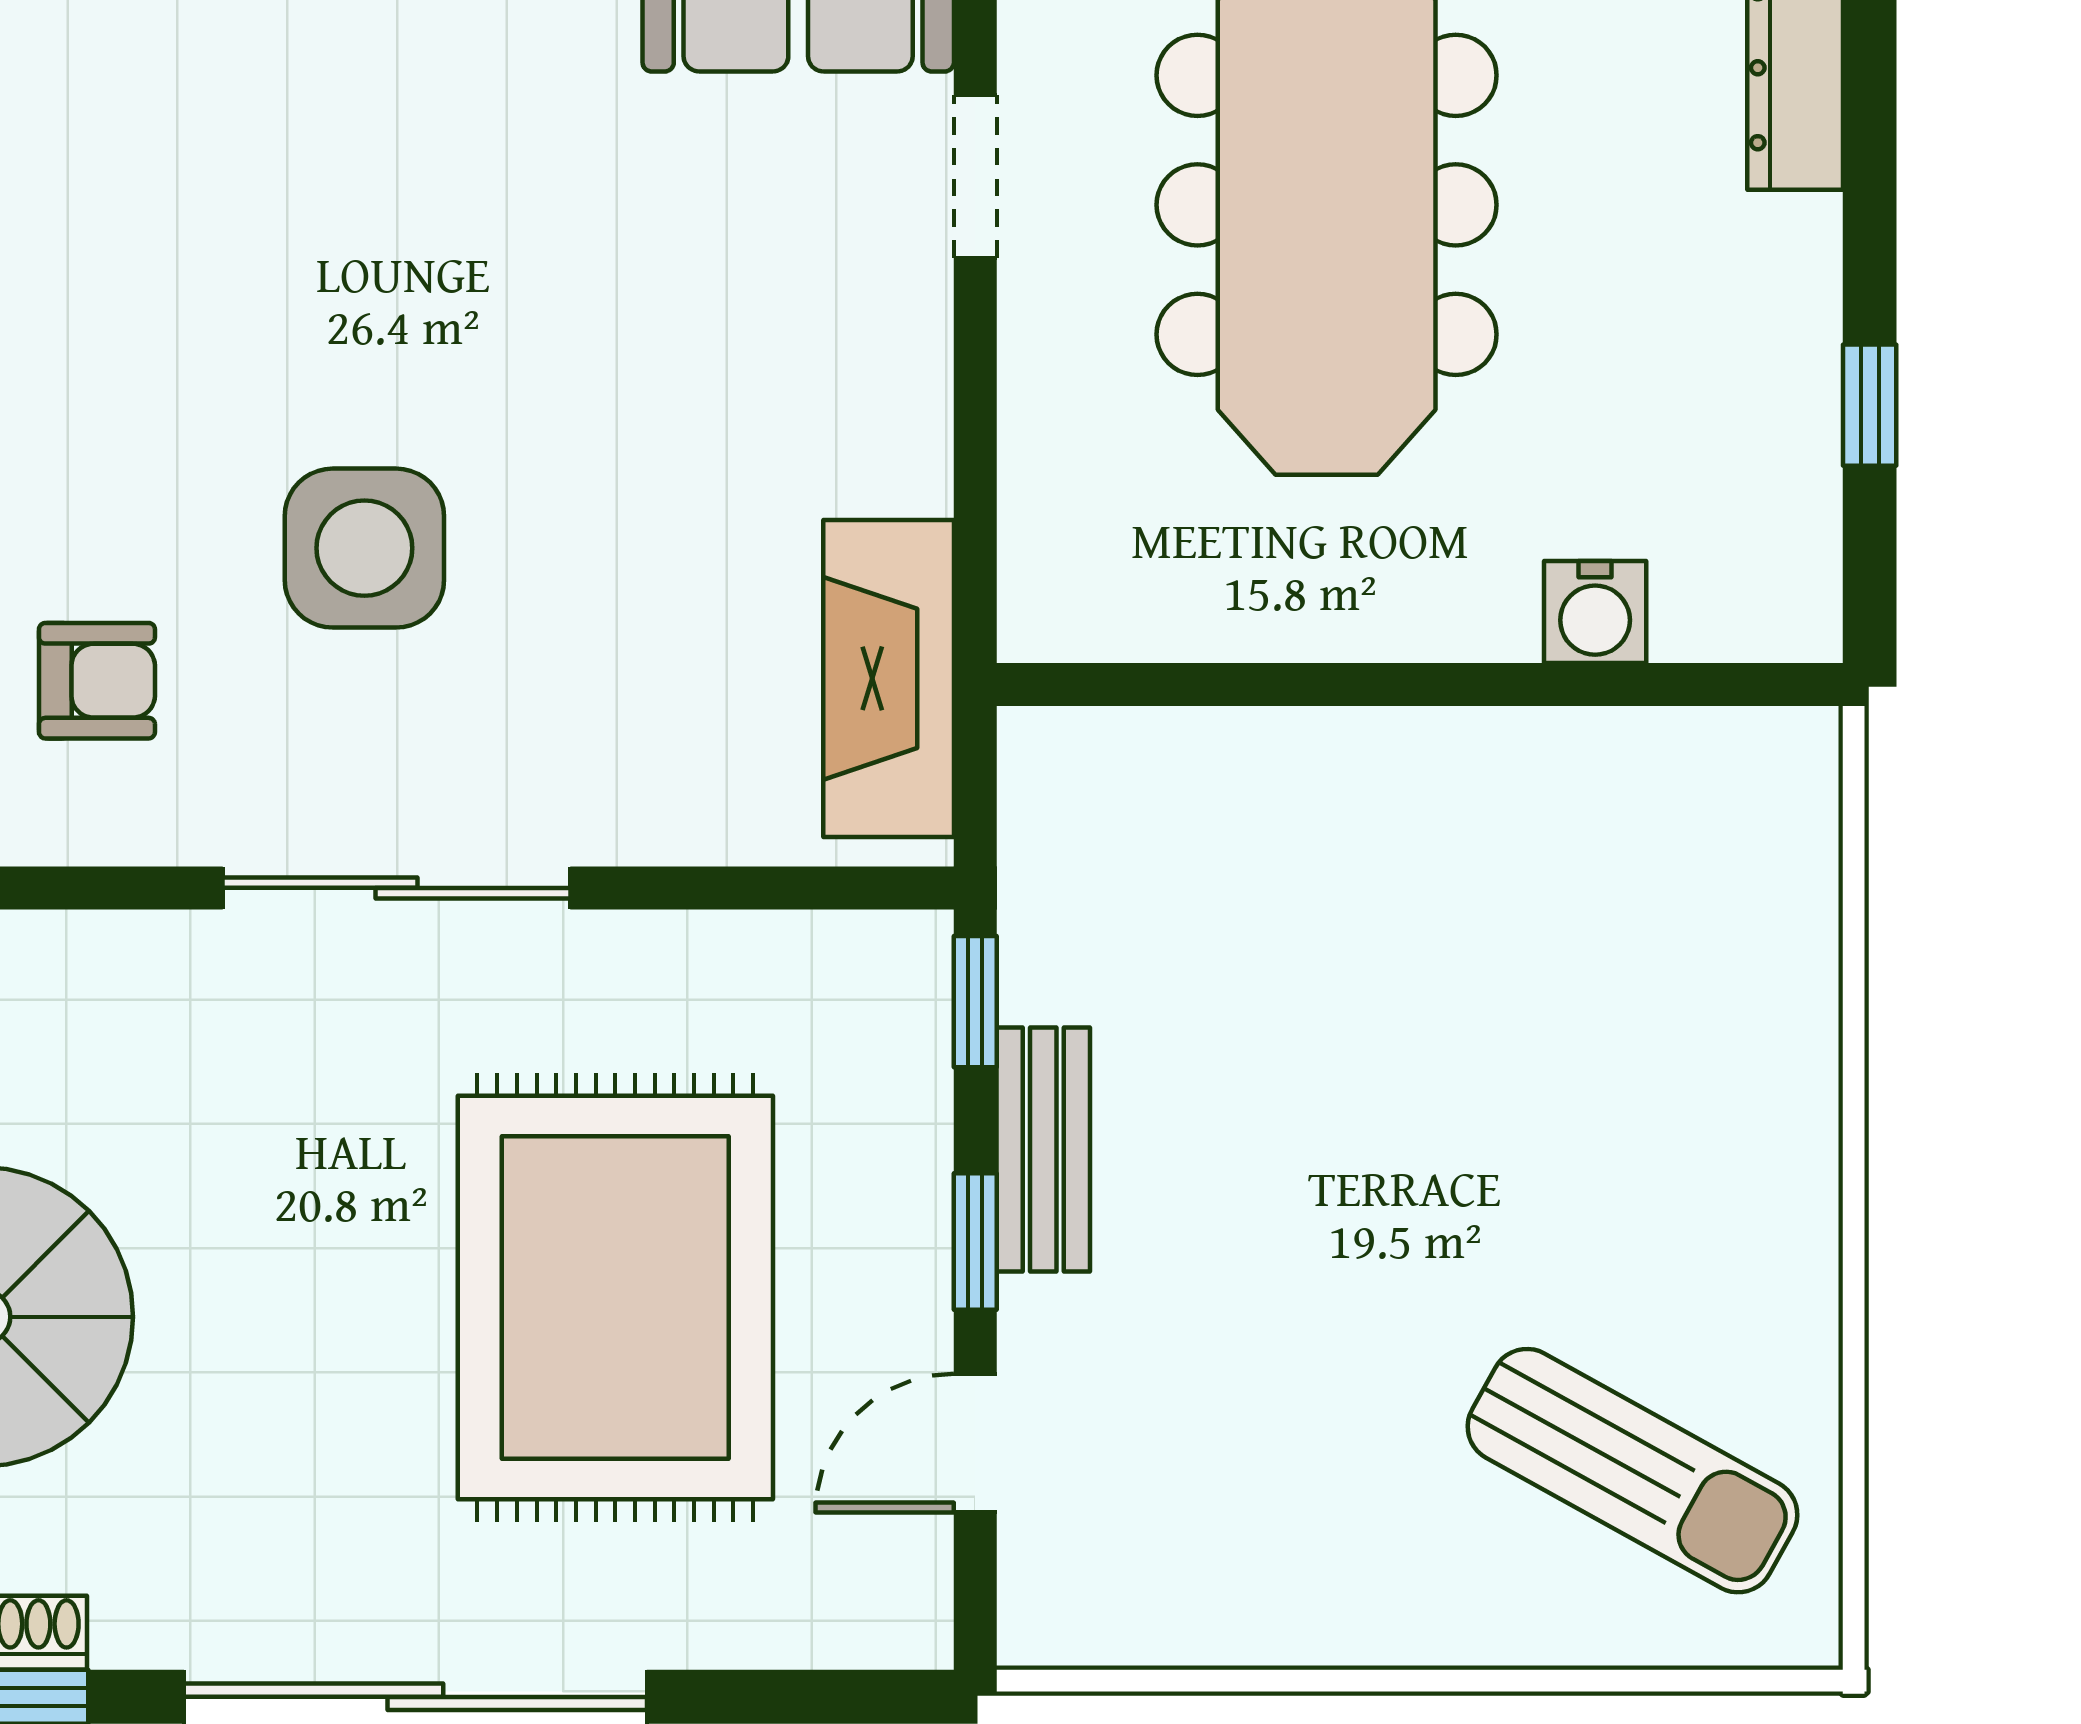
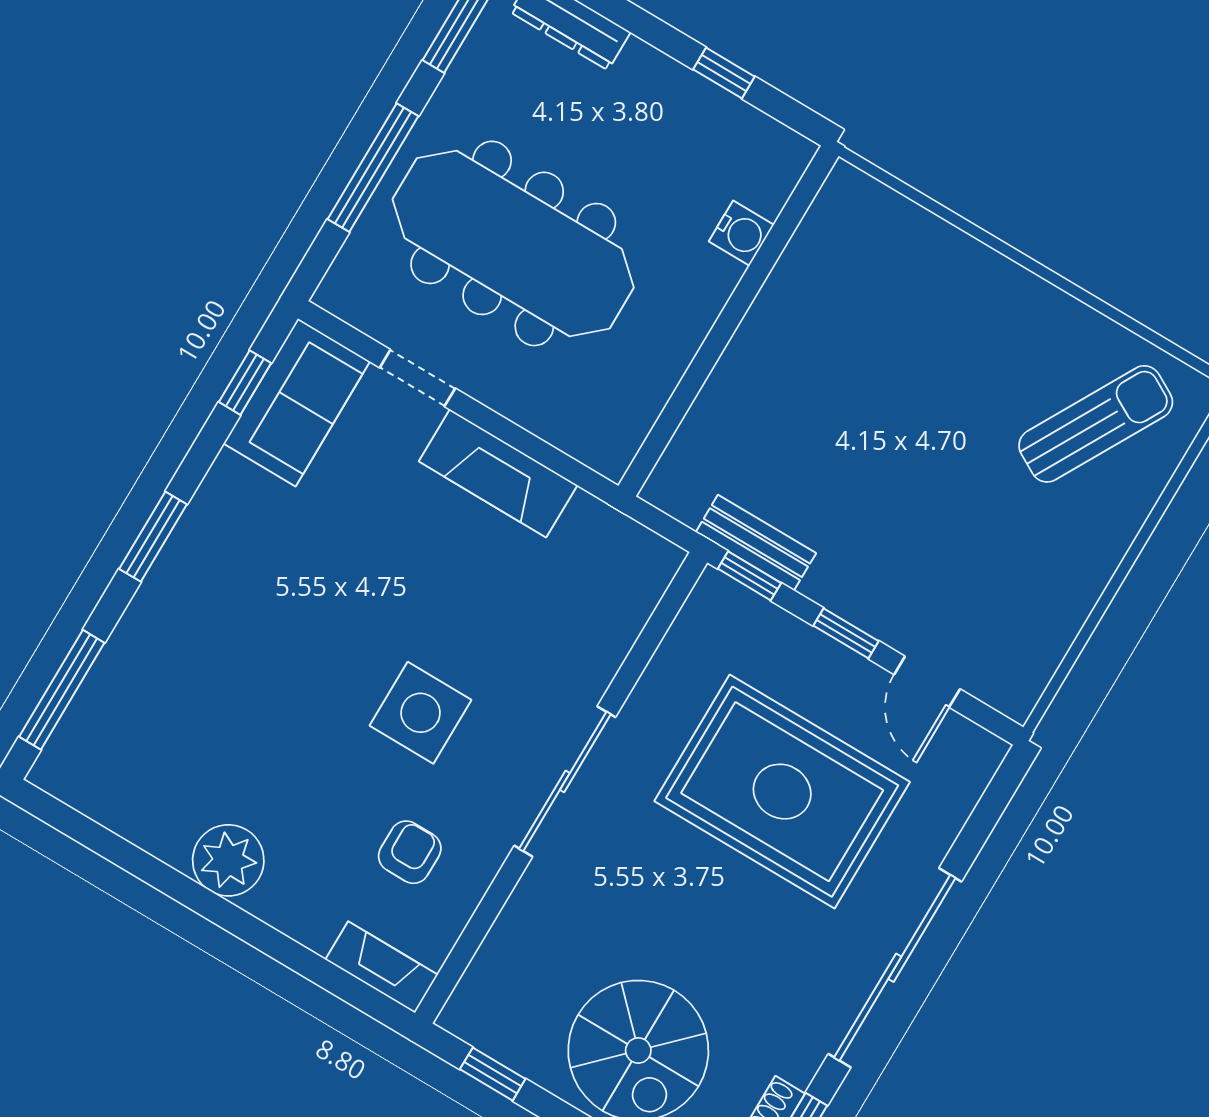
fireplace: (889, 678) -> (498, 473), moved
bench: (1043, 1150) -> (756, 543), moved

